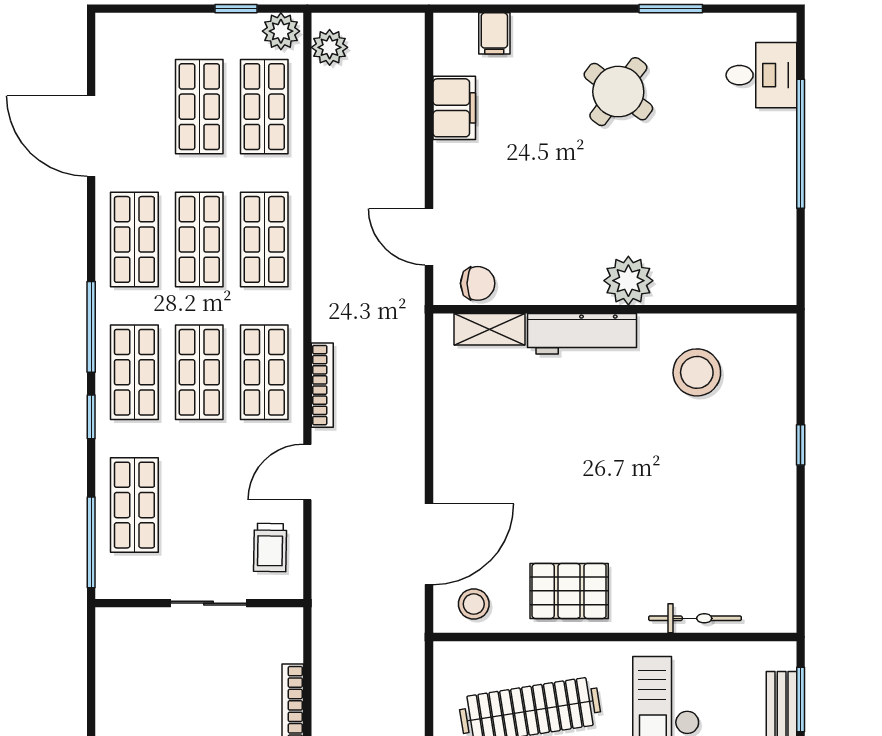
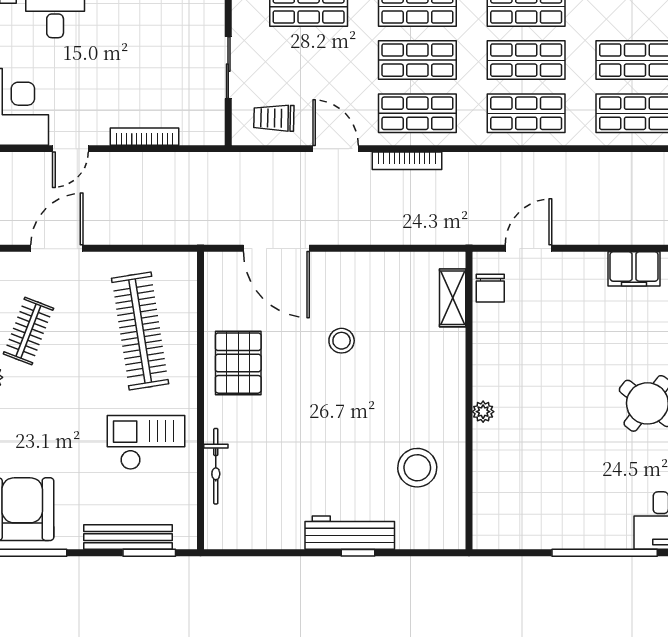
plant: (628, 281) -> (483, 412), width x0.53, depth x0.53
workbench: (582, 334) -> (350, 533), moved, turned 90
stool: (474, 604) -> (342, 341), moved

